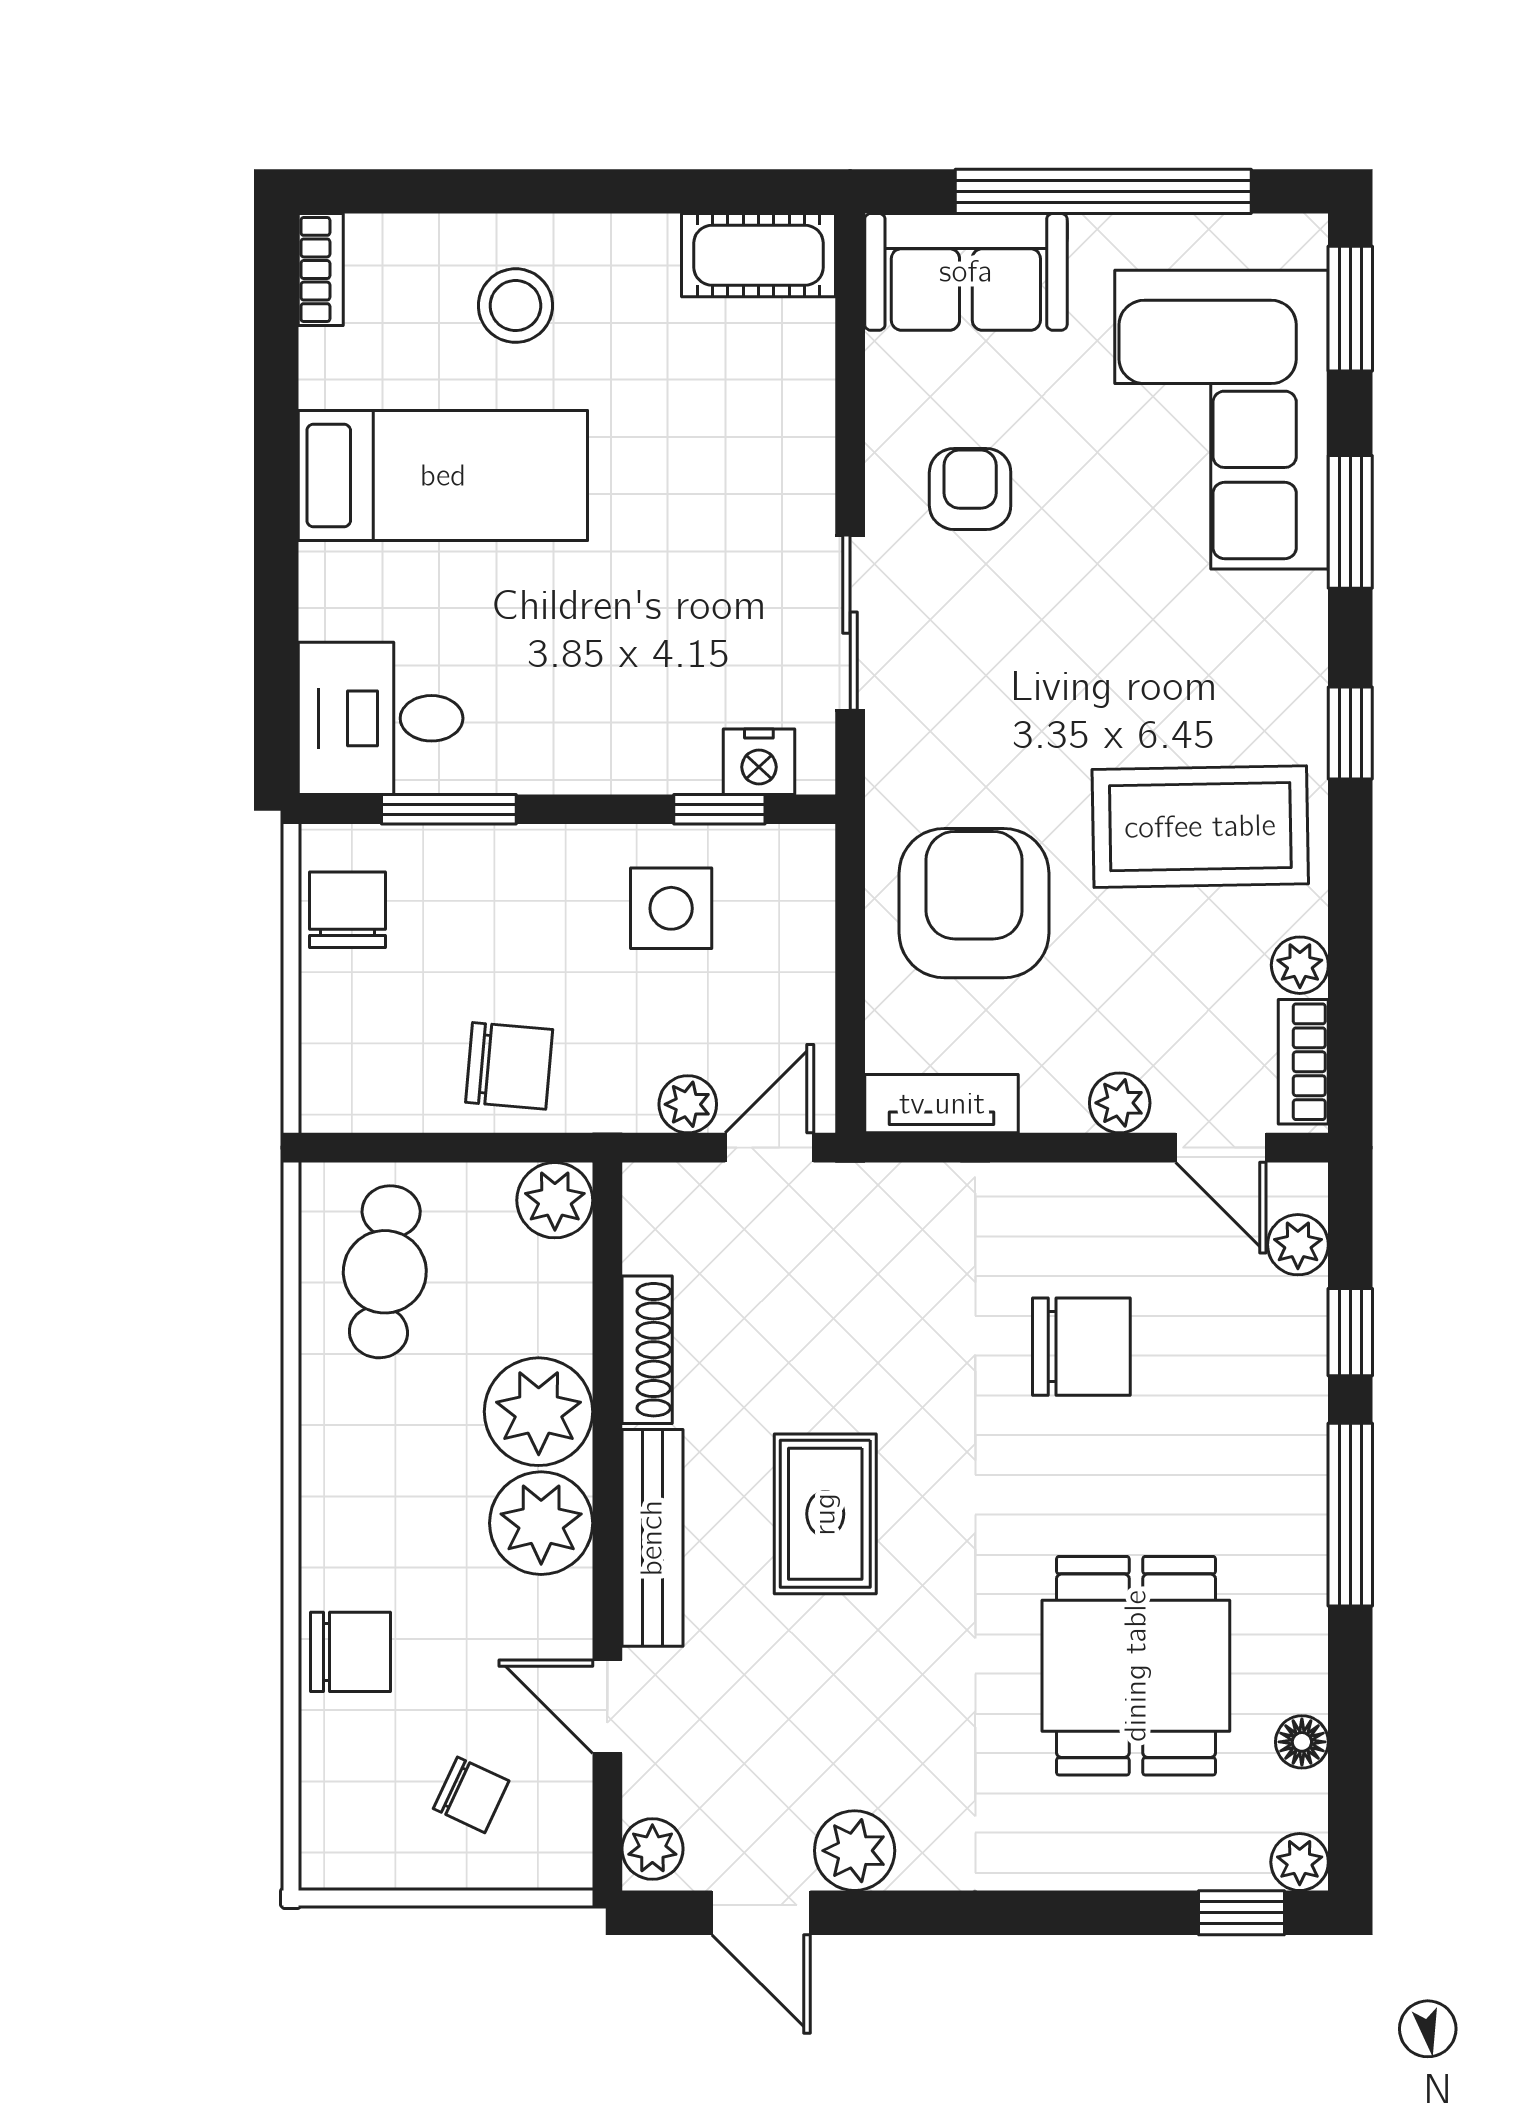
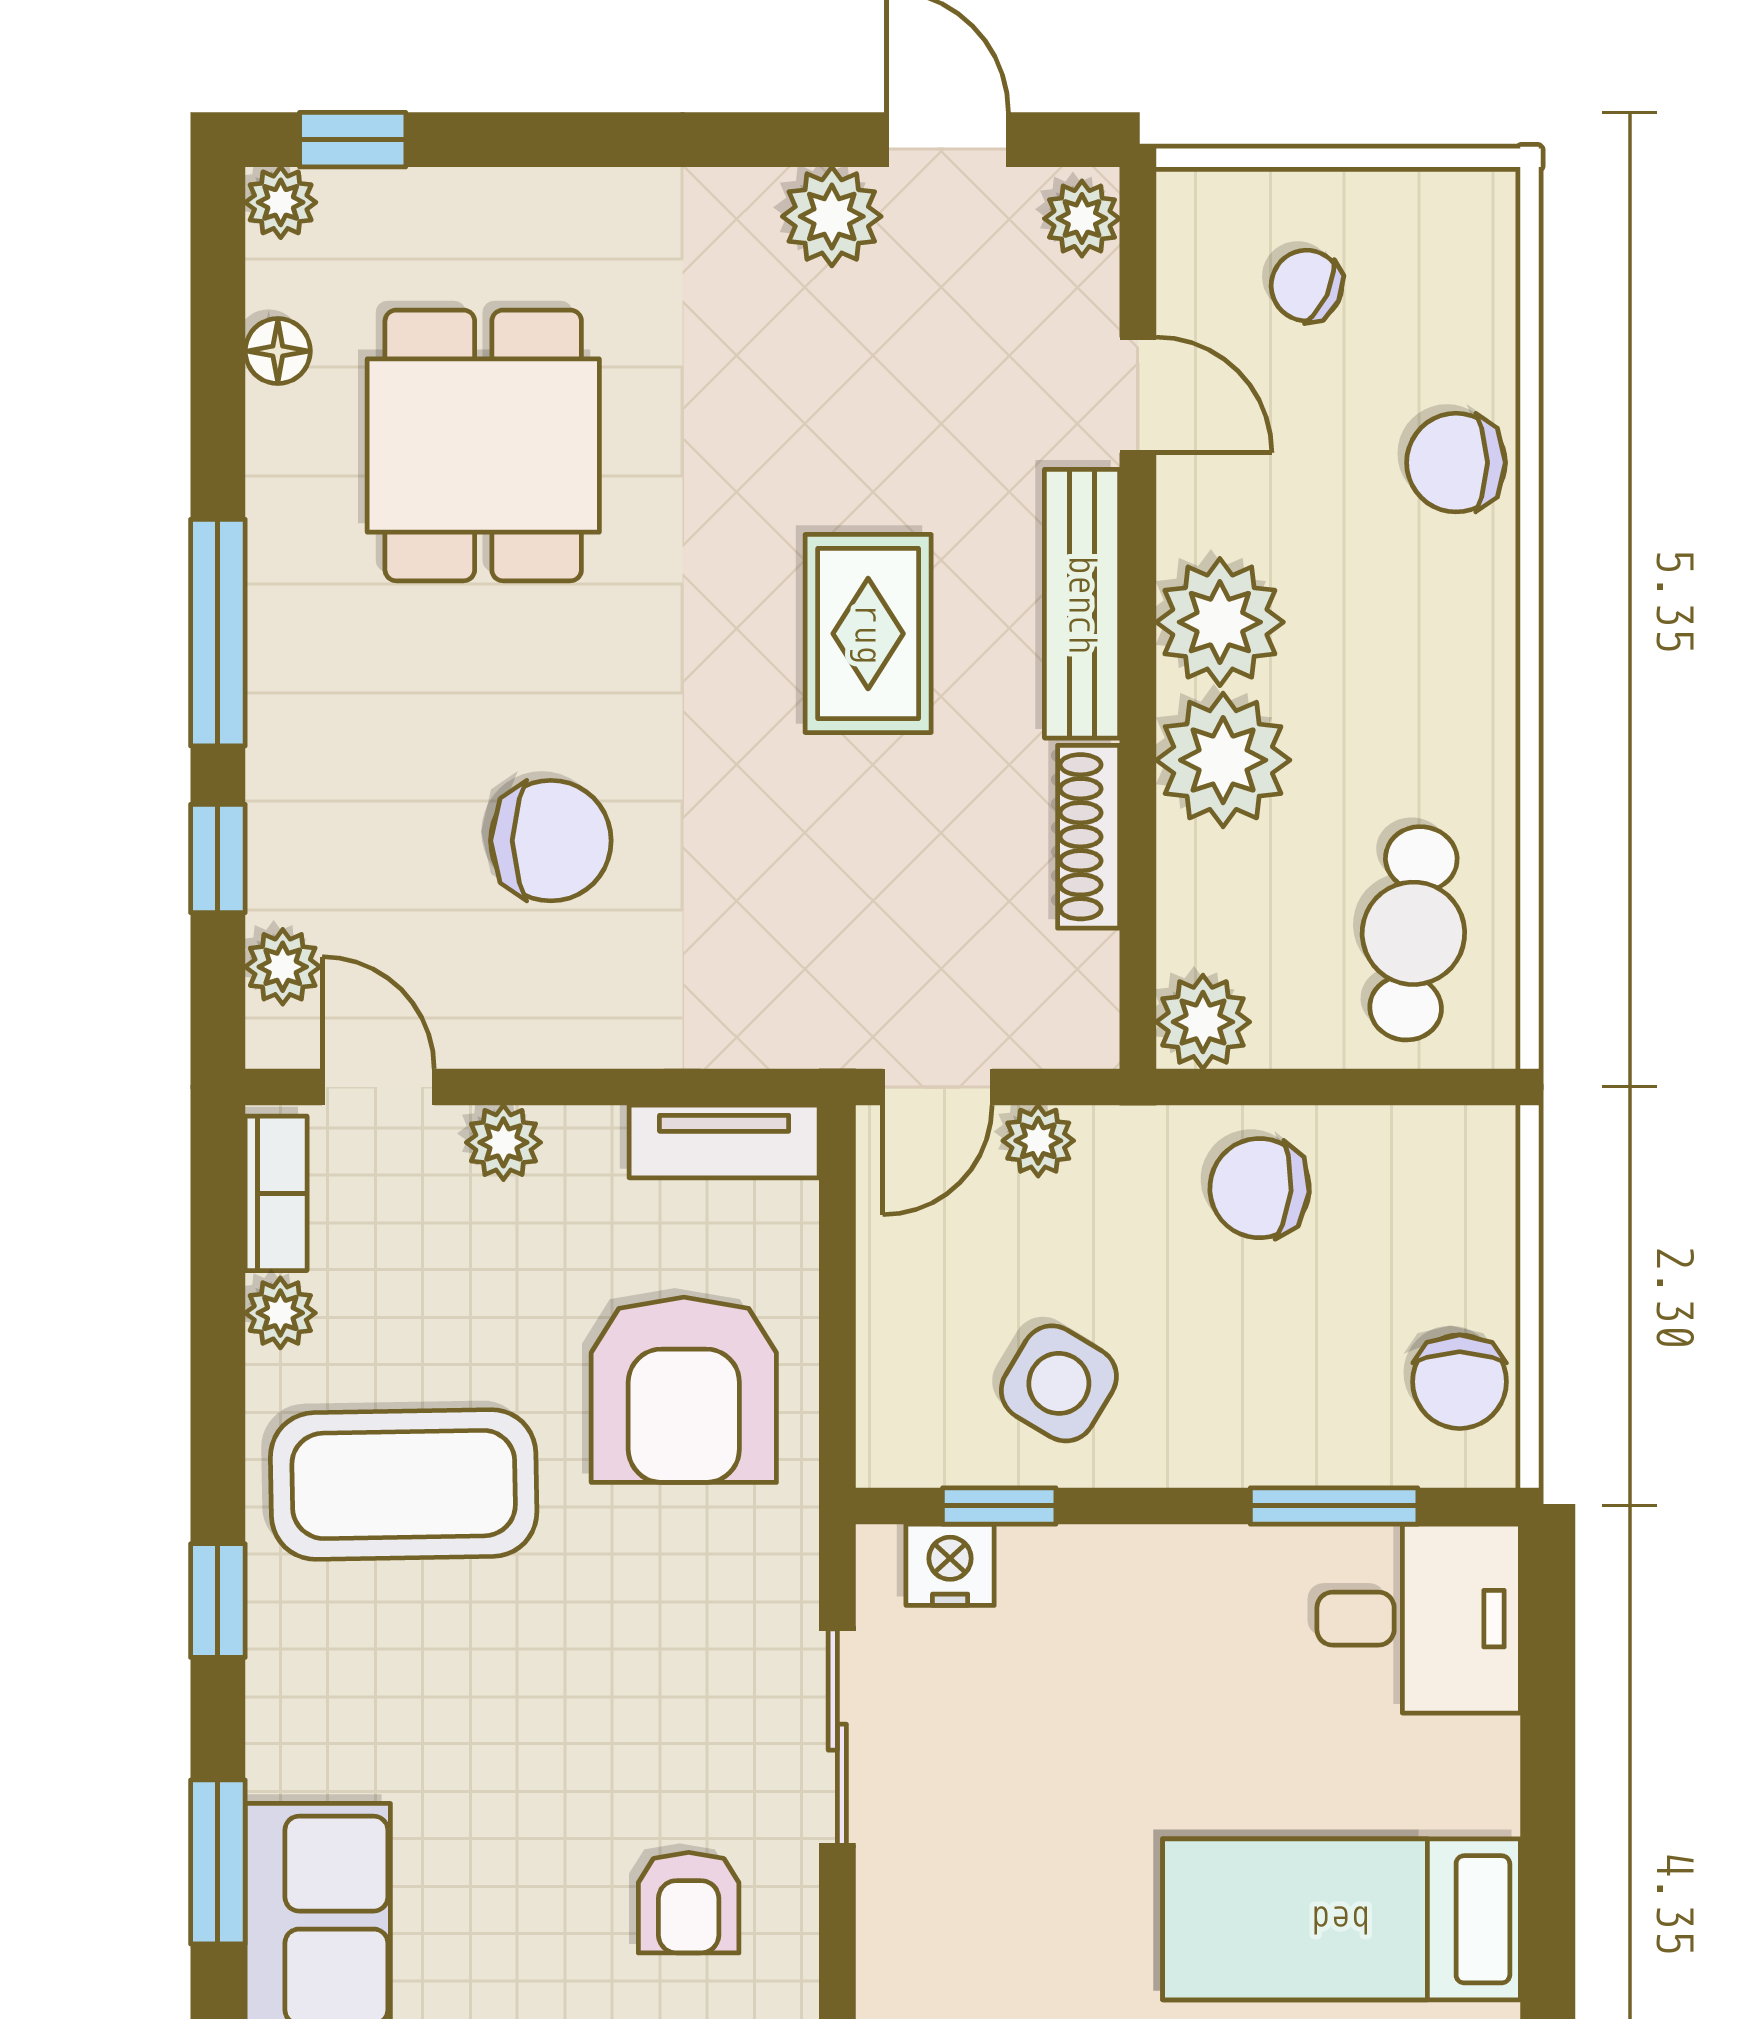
side table: (671, 908) -> (1059, 1383), turned 31
chair: (1081, 1347) -> (551, 841), turned 180

